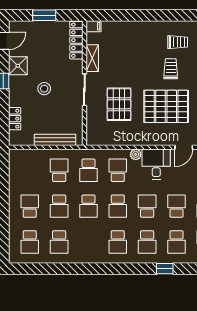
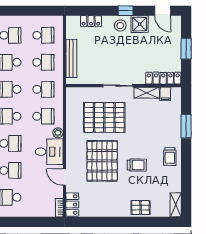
window: (129, 15) -> (186, 126), added
filing cabinet: (93, 26) -> (165, 94), moved
trolley: (178, 42) -> (170, 156), moved
stool: (44, 89) -> (120, 26), moved
pallet: (119, 104) -> (104, 117), width x1.37, depth x1.41
school desk: (30, 170) -> (43, 35), added
school desk: (88, 170) -> (43, 89), turned 180

